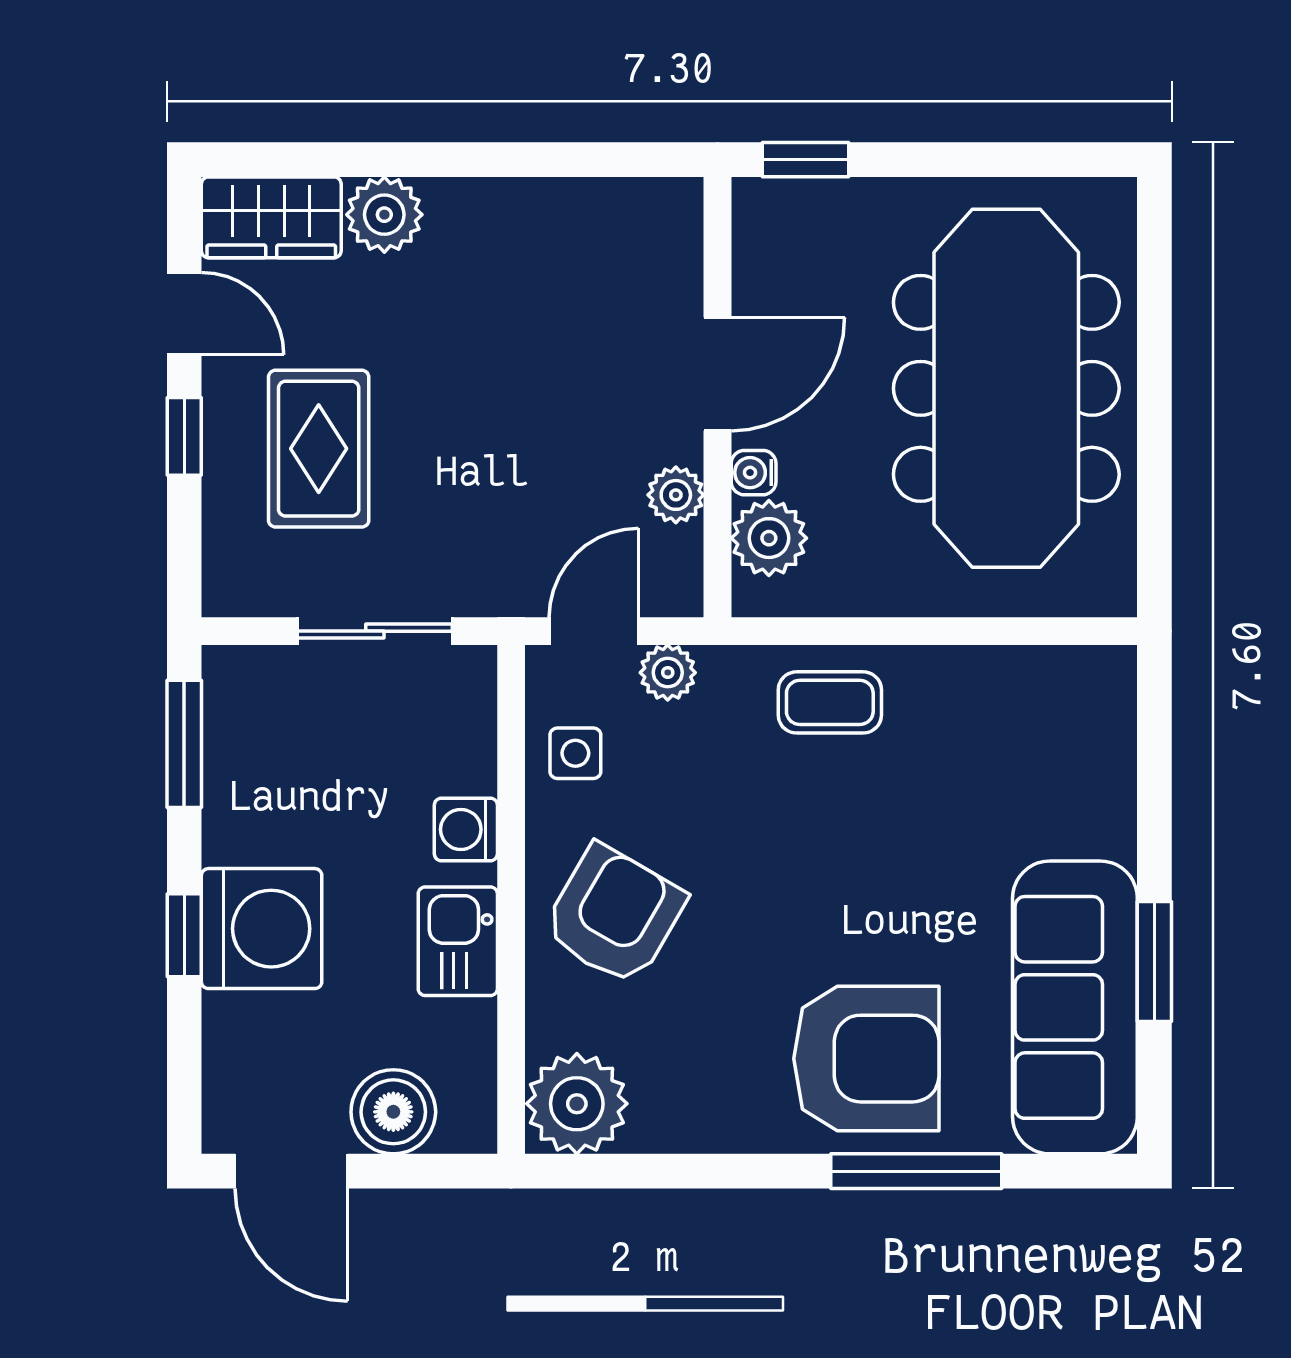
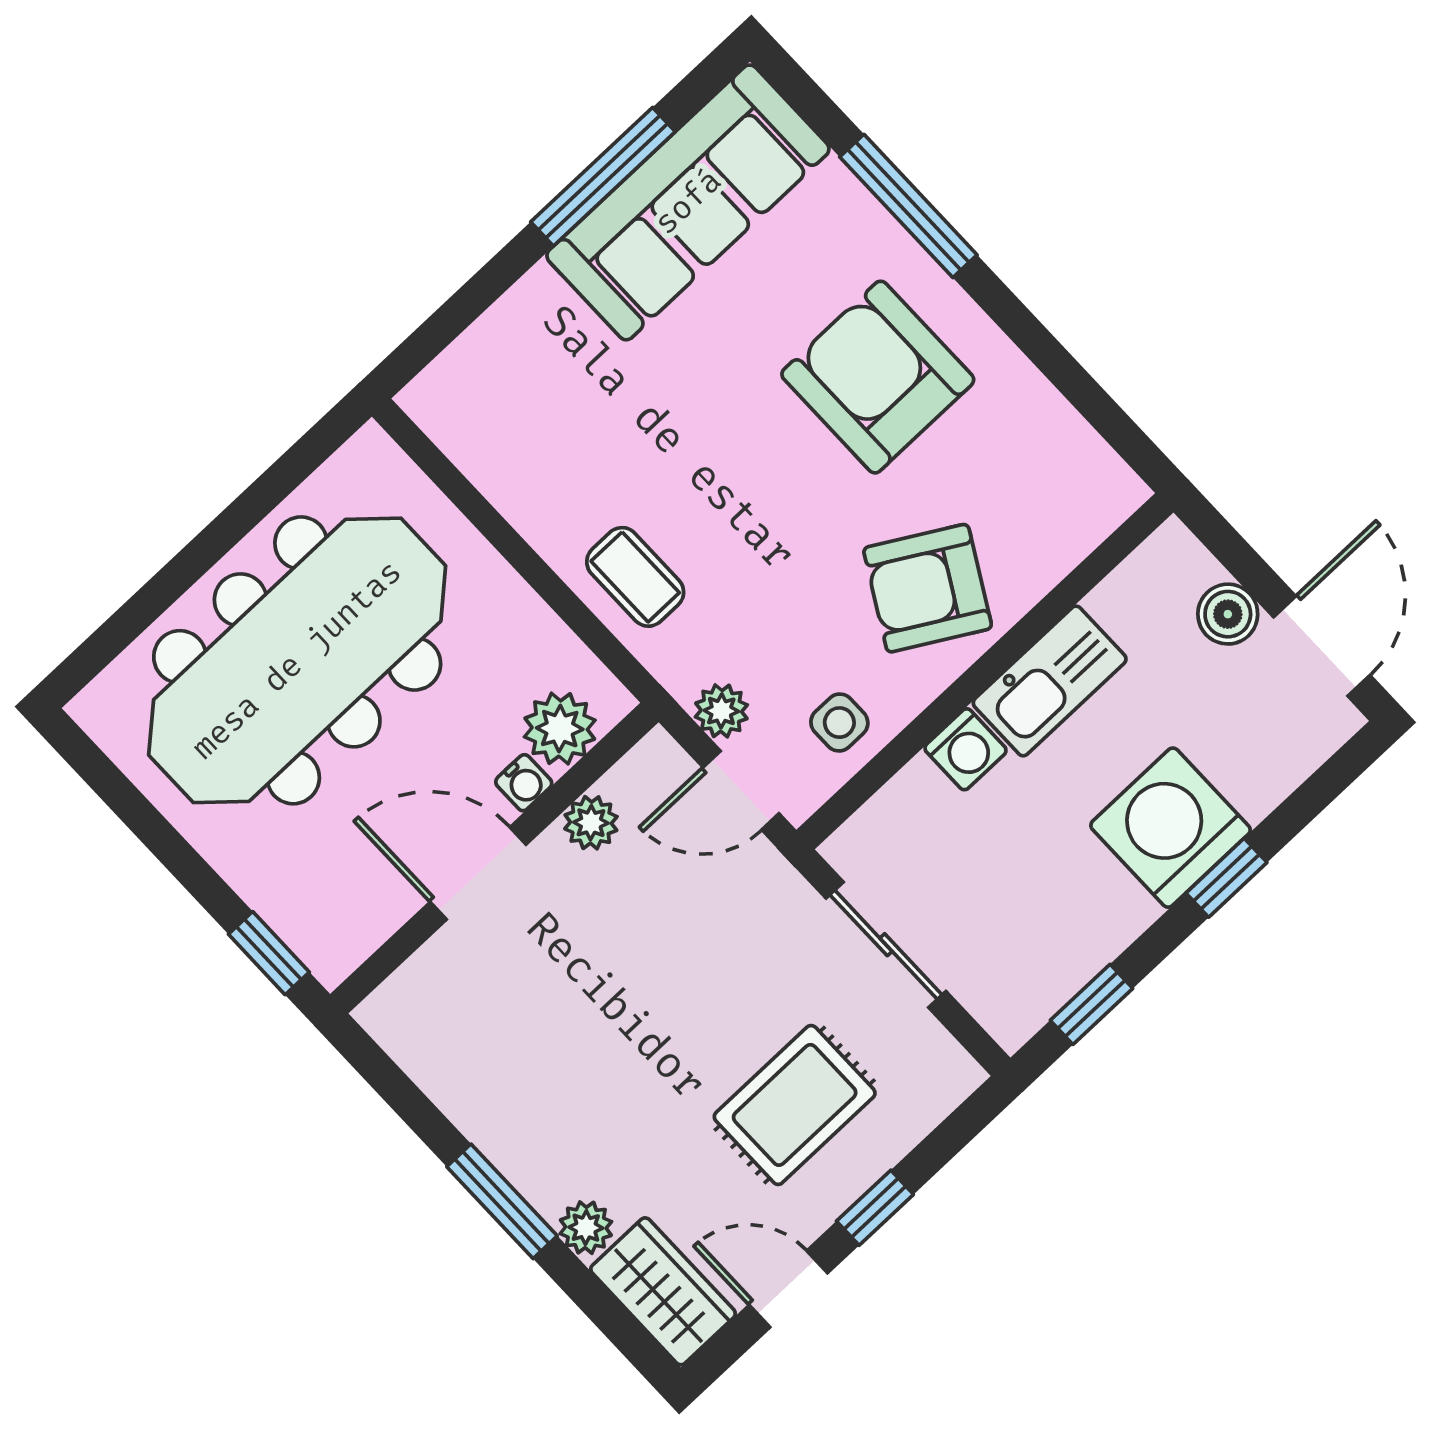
window: (453, 160) -> (502, 1201), added
plant: (384, 215) -> (586, 1228), width x0.73, depth x0.73
door: (184, 314) -> (788, 1289), hinge flipped
window: (184, 744) -> (1092, 1004), width x0.67
kitchen sink: (458, 941) -> (1050, 681), width x1.38
window: (1154, 962) -> (603, 177), width x1.44
armchair: (866, 1059) -> (878, 377), moved
plant: (577, 1104) -> (1085, 490), removed
boiler: (393, 1112) -> (1228, 614), width x0.73, depth x0.73

